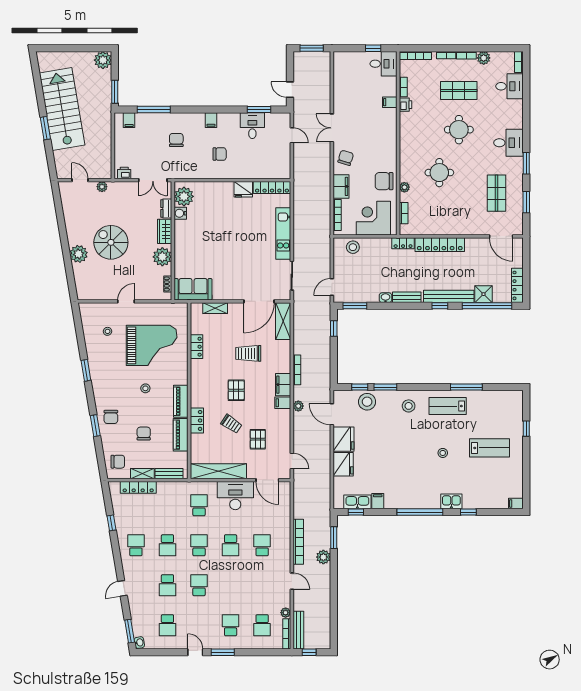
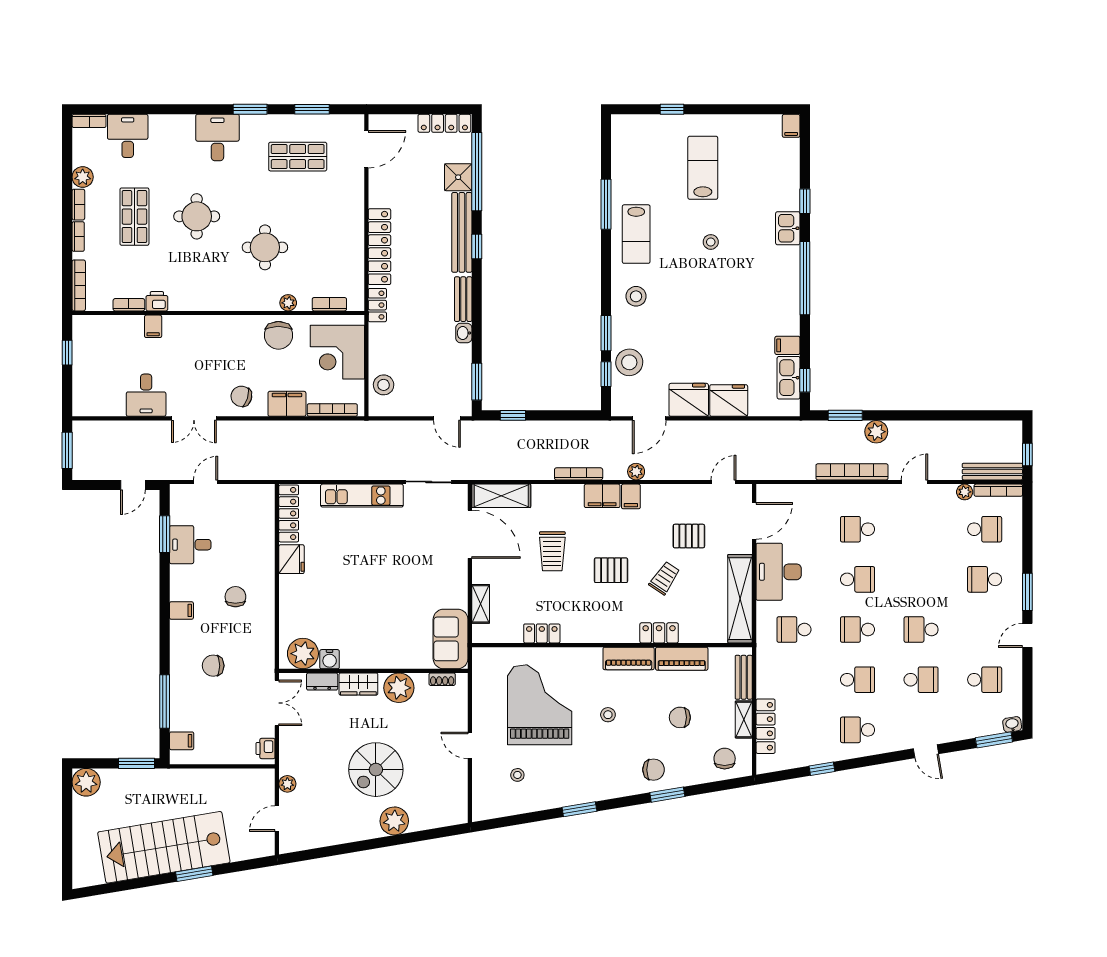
desk: (383, 64) -> (146, 395), moved, turned 180

